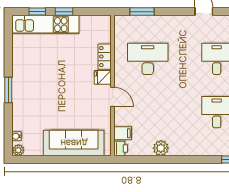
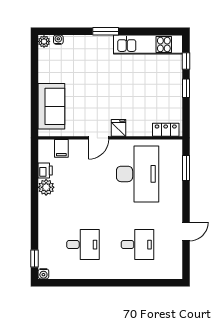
kitchen unit: (45, 25) -> (148, 45), moved, turned -90
locker: (105, 57) -> (166, 130), moved
desk: (148, 59) -> (138, 174), width x1.36, depth x1.30
sofa: (74, 143) -> (51, 106), width x0.73
printer: (121, 149) -> (45, 171), moved, turned -90

